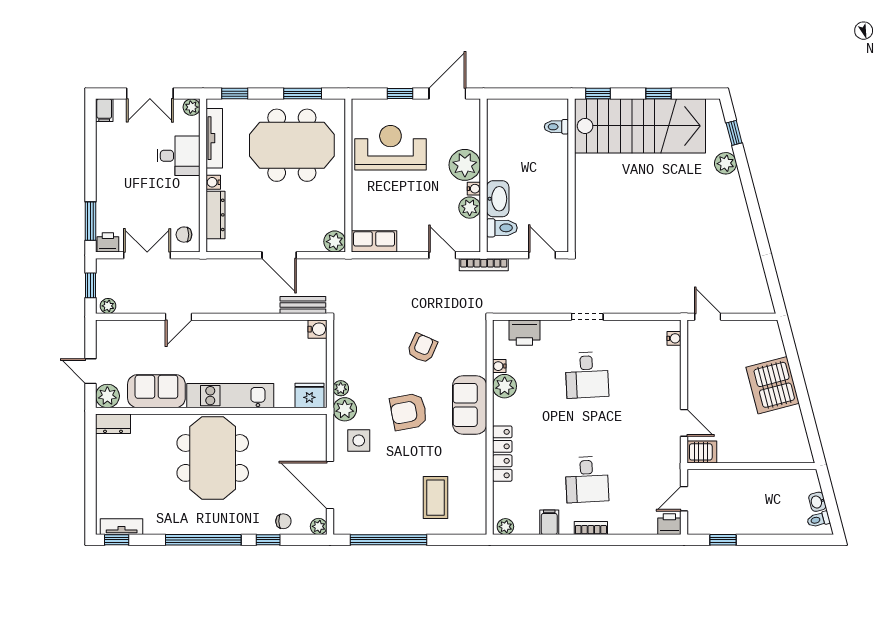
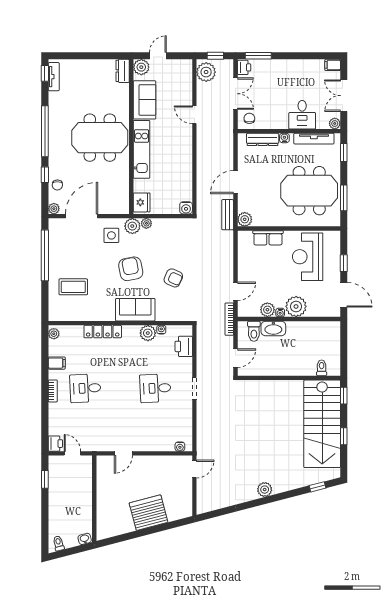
meeting table: (292, 145) -> (309, 191), turned 90
reception desk: (390, 148) -> (308, 257), turned 180
plant: (725, 163) -> (265, 490), moved
row of seats: (374, 241) -> (268, 238), moved, turned 90
bench: (303, 305) -> (228, 215), moved
plant: (108, 306) -> (206, 72), width x1.87, depth x1.87
server rack: (702, 452) -> (104, 465), removed
washbasin: (817, 502) -> (85, 539), moved

